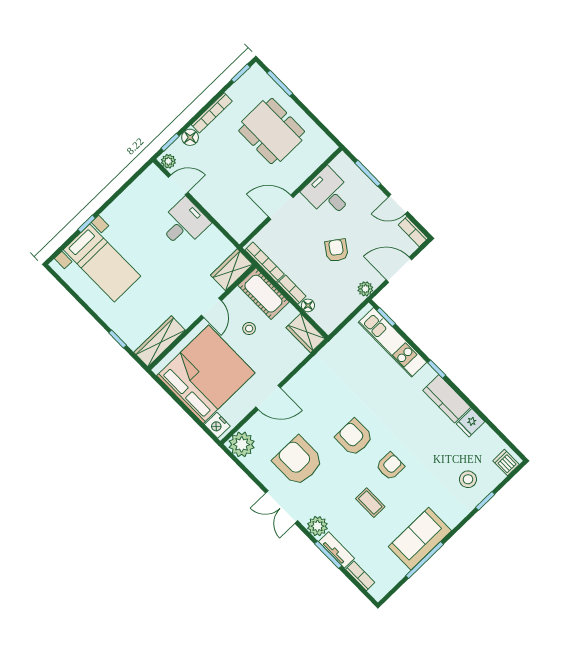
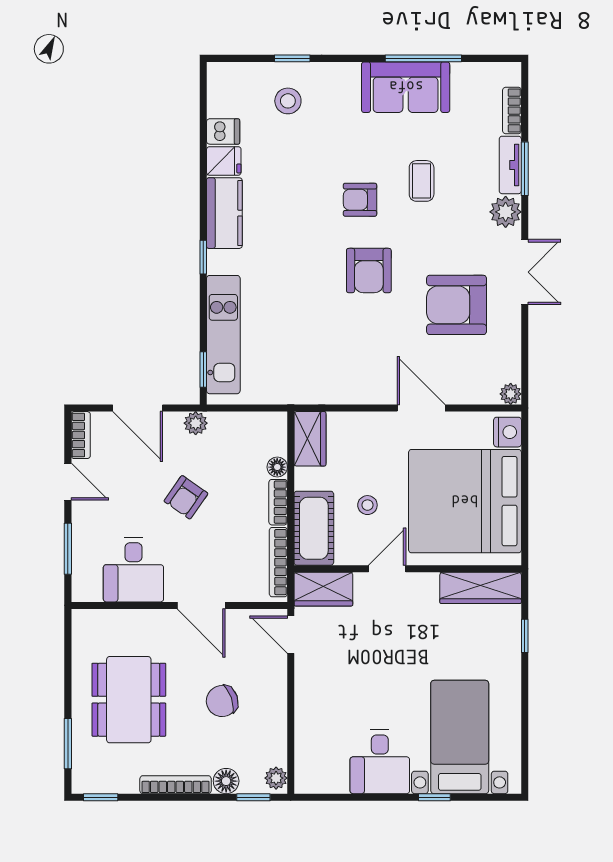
chair: (228, 172) -> (222, 701), added
door: (178, 185) -> (291, 635), moved
desk: (184, 223) -> (380, 762), moved, turned -90
plant: (242, 444) -> (511, 394), width x0.53, depth x0.53
armchair: (298, 461) -> (457, 305), turned 90
dishwasher: (506, 463) -> (223, 131), moved, turned -90

